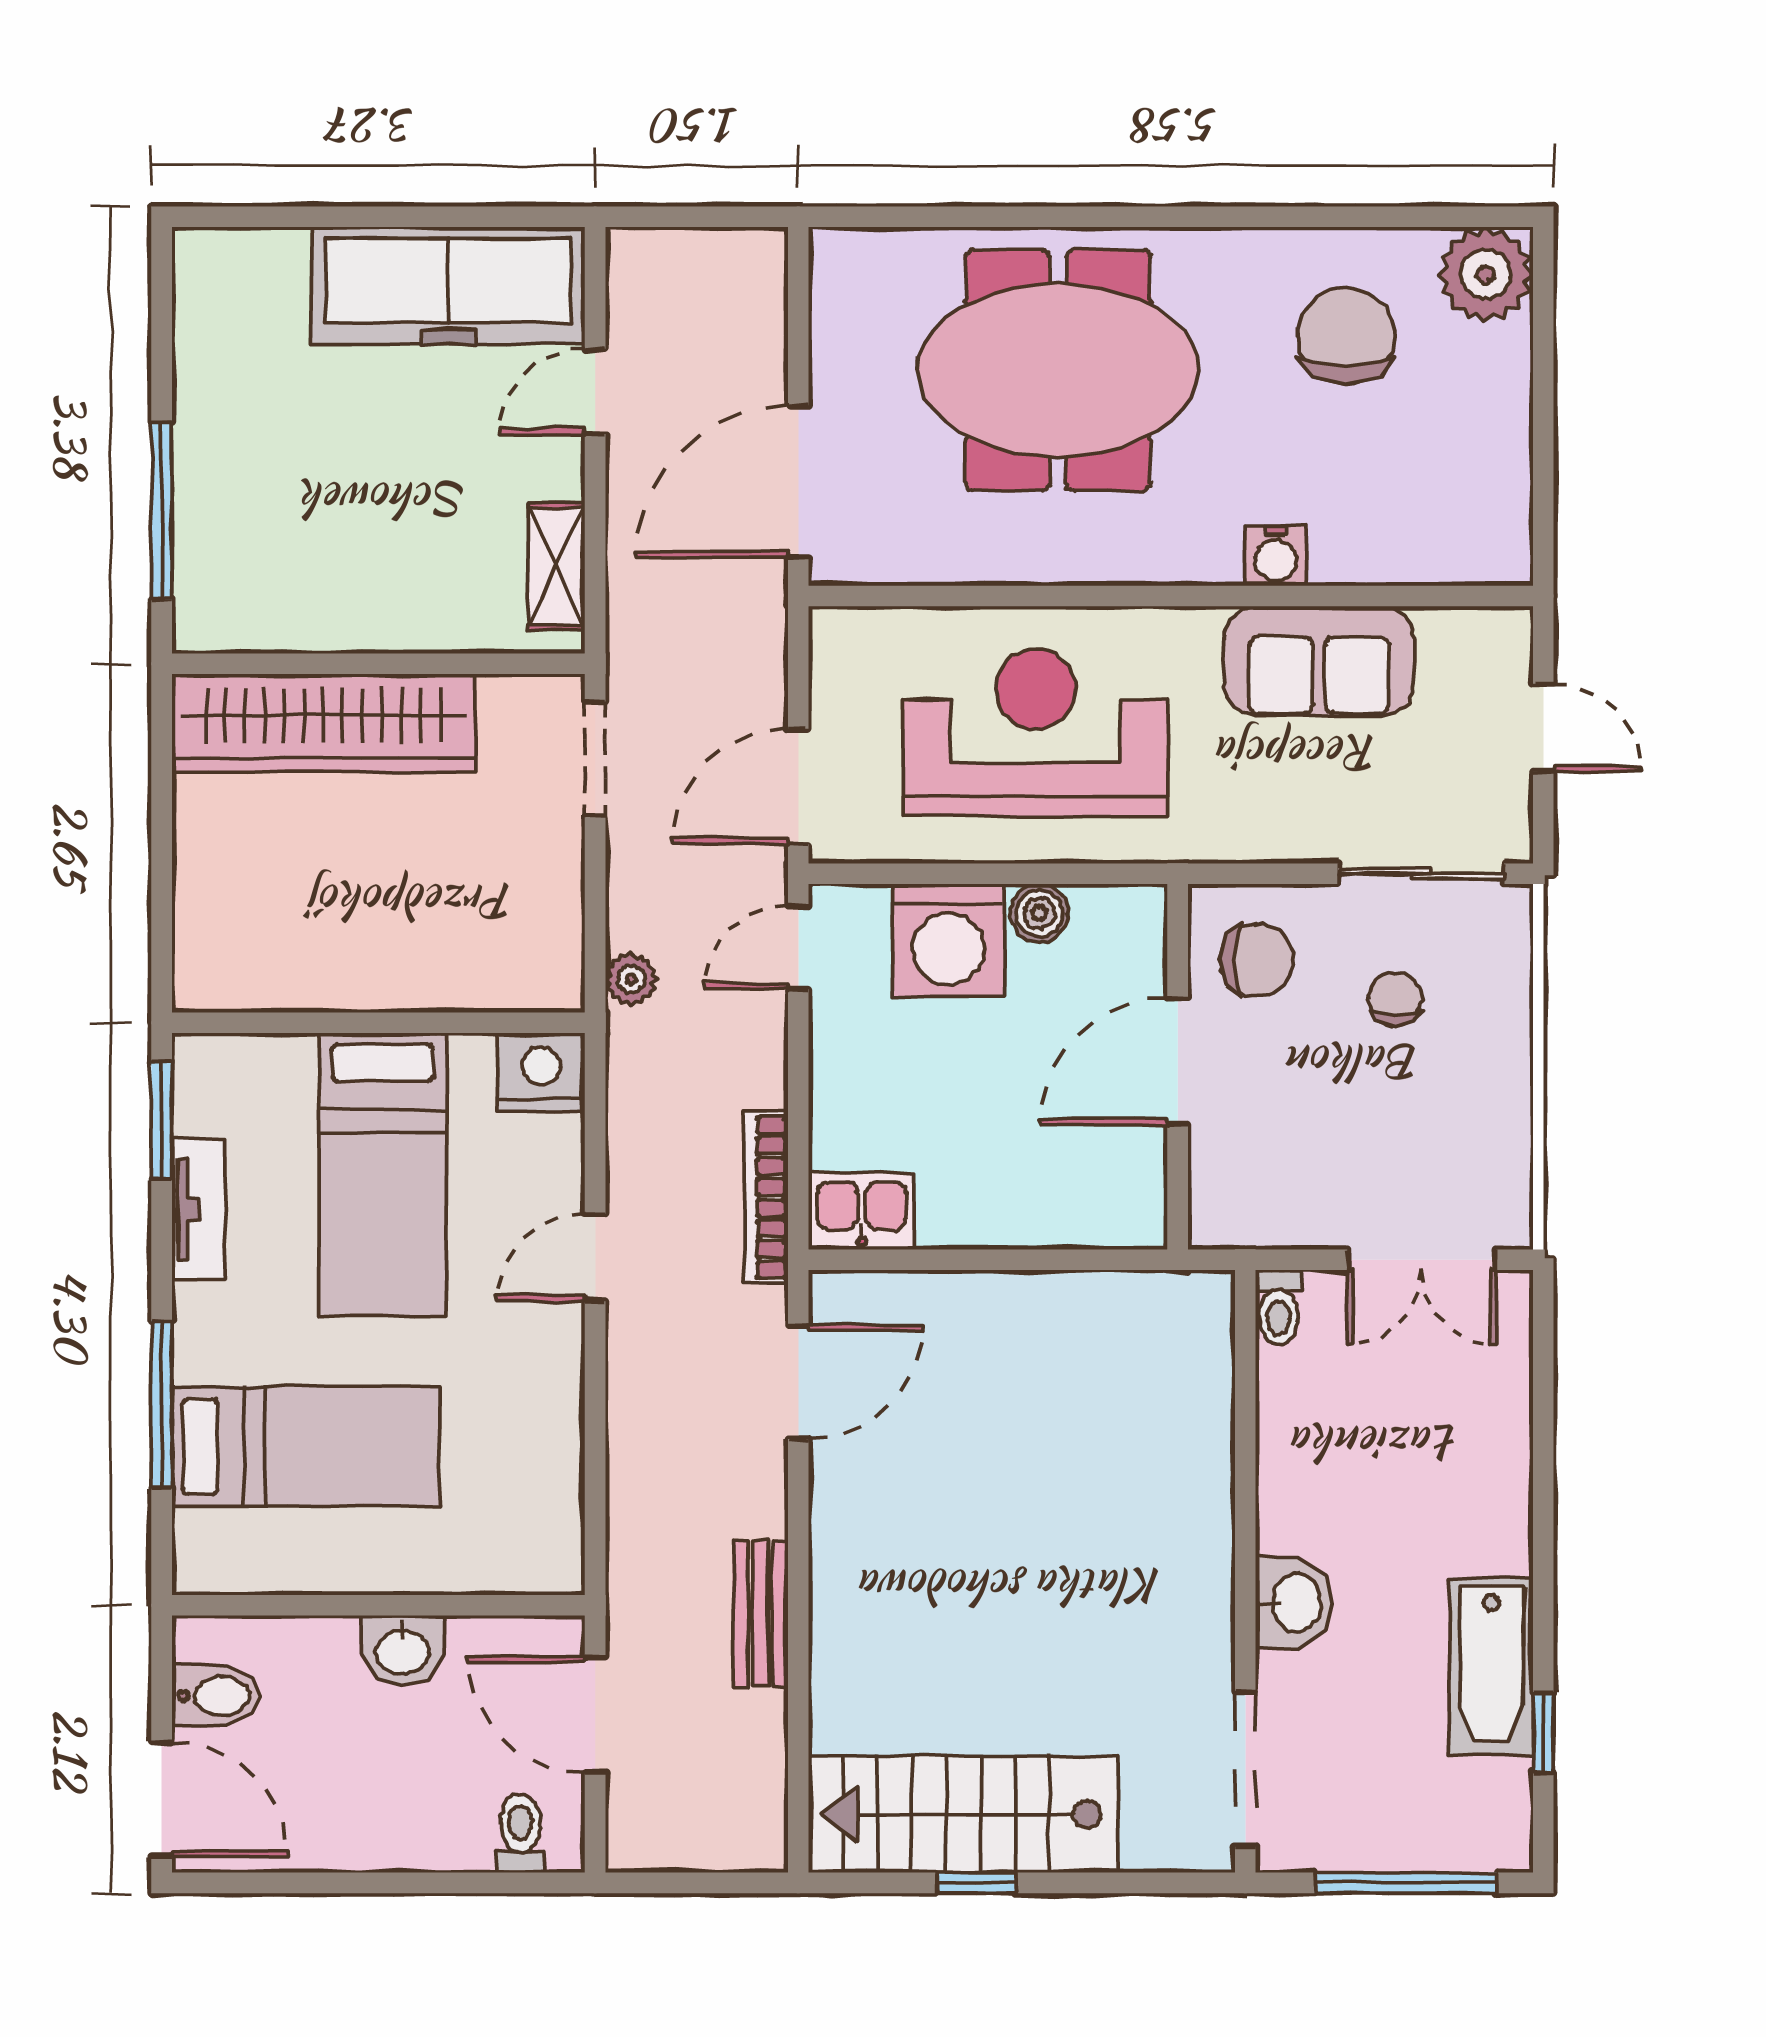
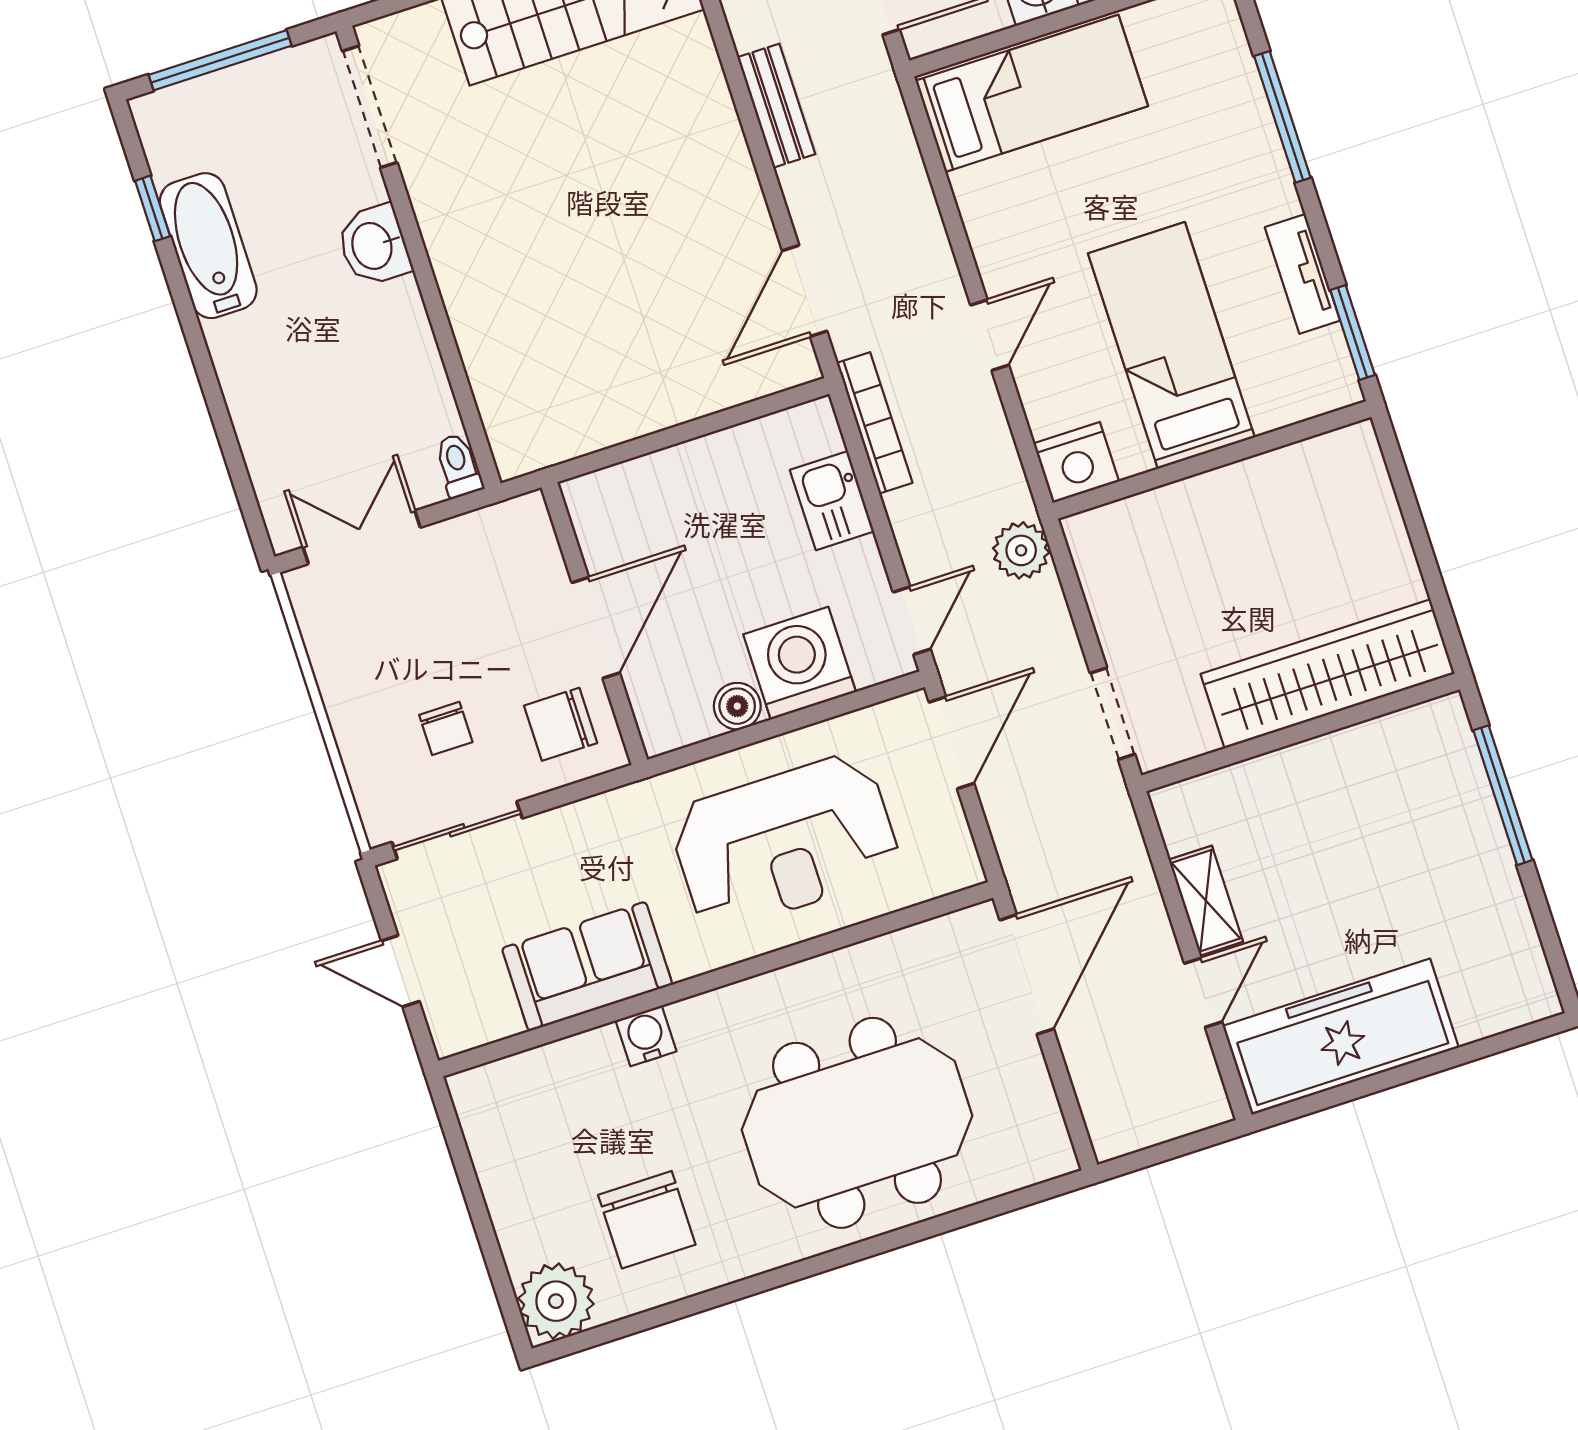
shelving: (556, 566) -> (1206, 901), moved
plant: (631, 979) -> (1021, 550), width x1.38, depth x1.38
kitchen sink: (862, 1211) -> (832, 501), moved, turned 90
bed: (306, 1447) -> (1032, 93), moved, turned 180

